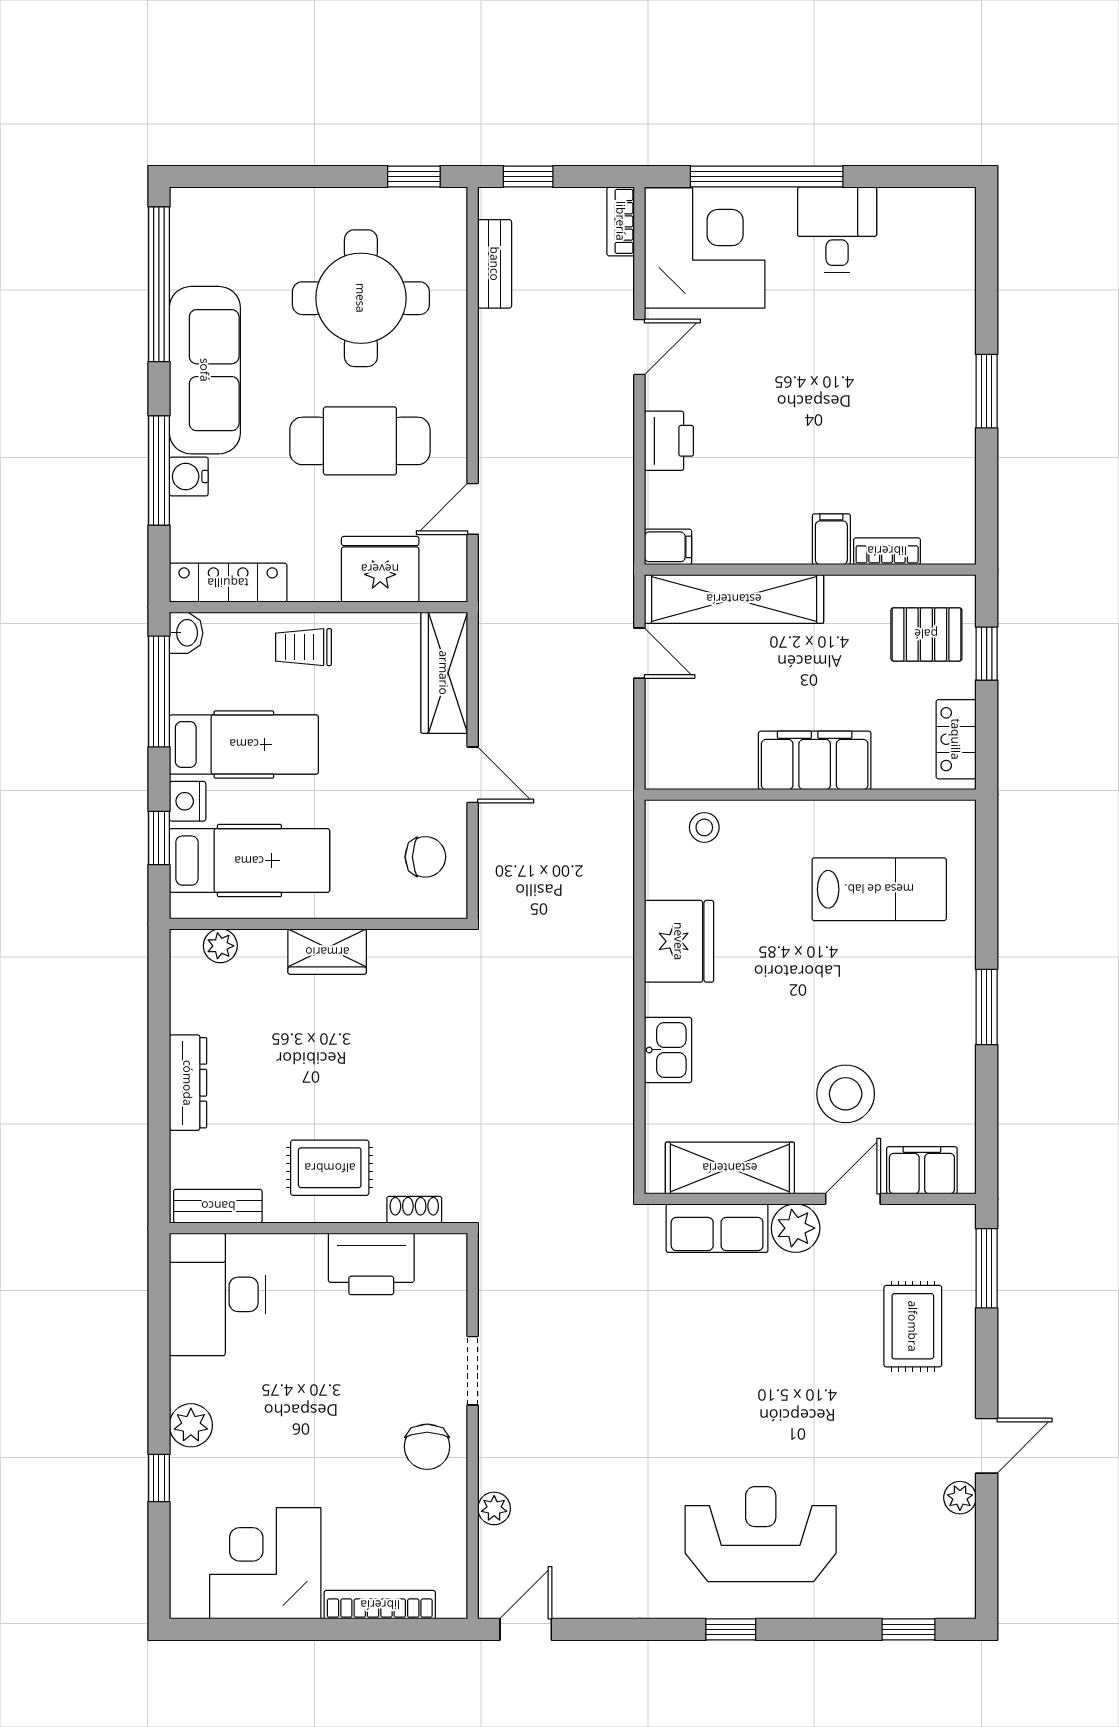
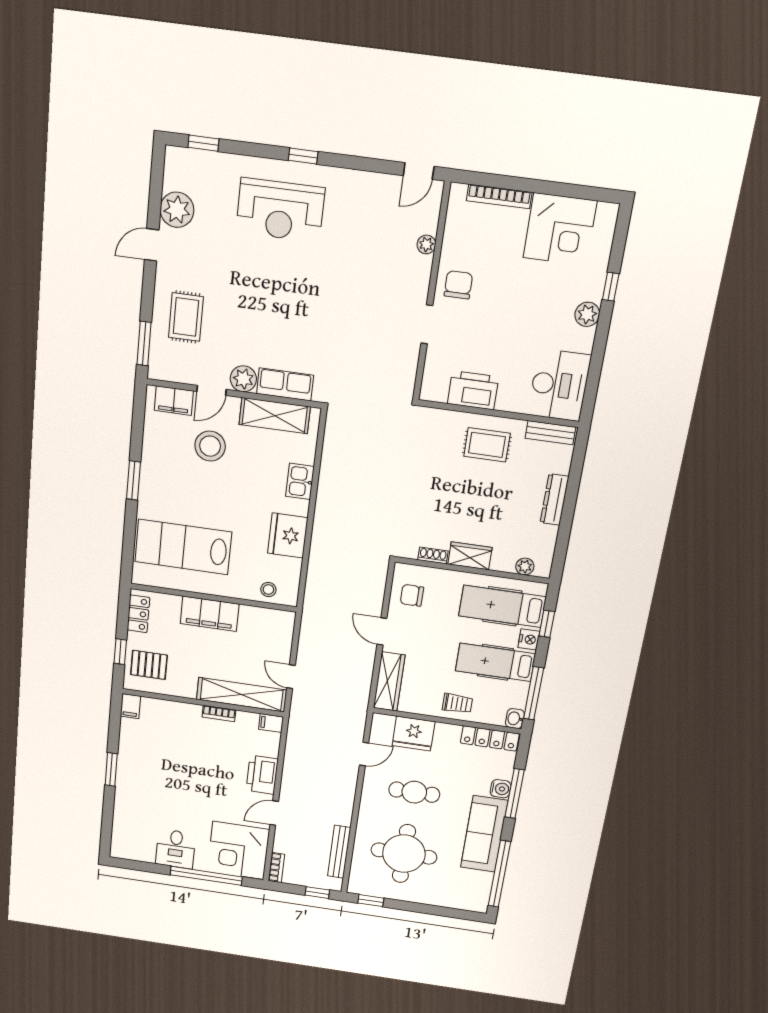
bench: (495, 264) -> (339, 852), width x1.36
cafe table: (360, 441) -> (414, 792), width x0.73, depth x0.74
printer: (669, 441) -> (262, 775), width x1.37, depth x1.19
filing cabinet: (831, 539) -> (130, 706), moved
bookcase: (887, 551) -> (219, 713), moved
lab bench: (879, 889) -> (183, 547), width x1.36, depth x1.39
shoe rack: (414, 1210) -> (433, 555), moved, turned 180
plant: (960, 1498) -> (177, 210), width x1.88, depth x1.88

